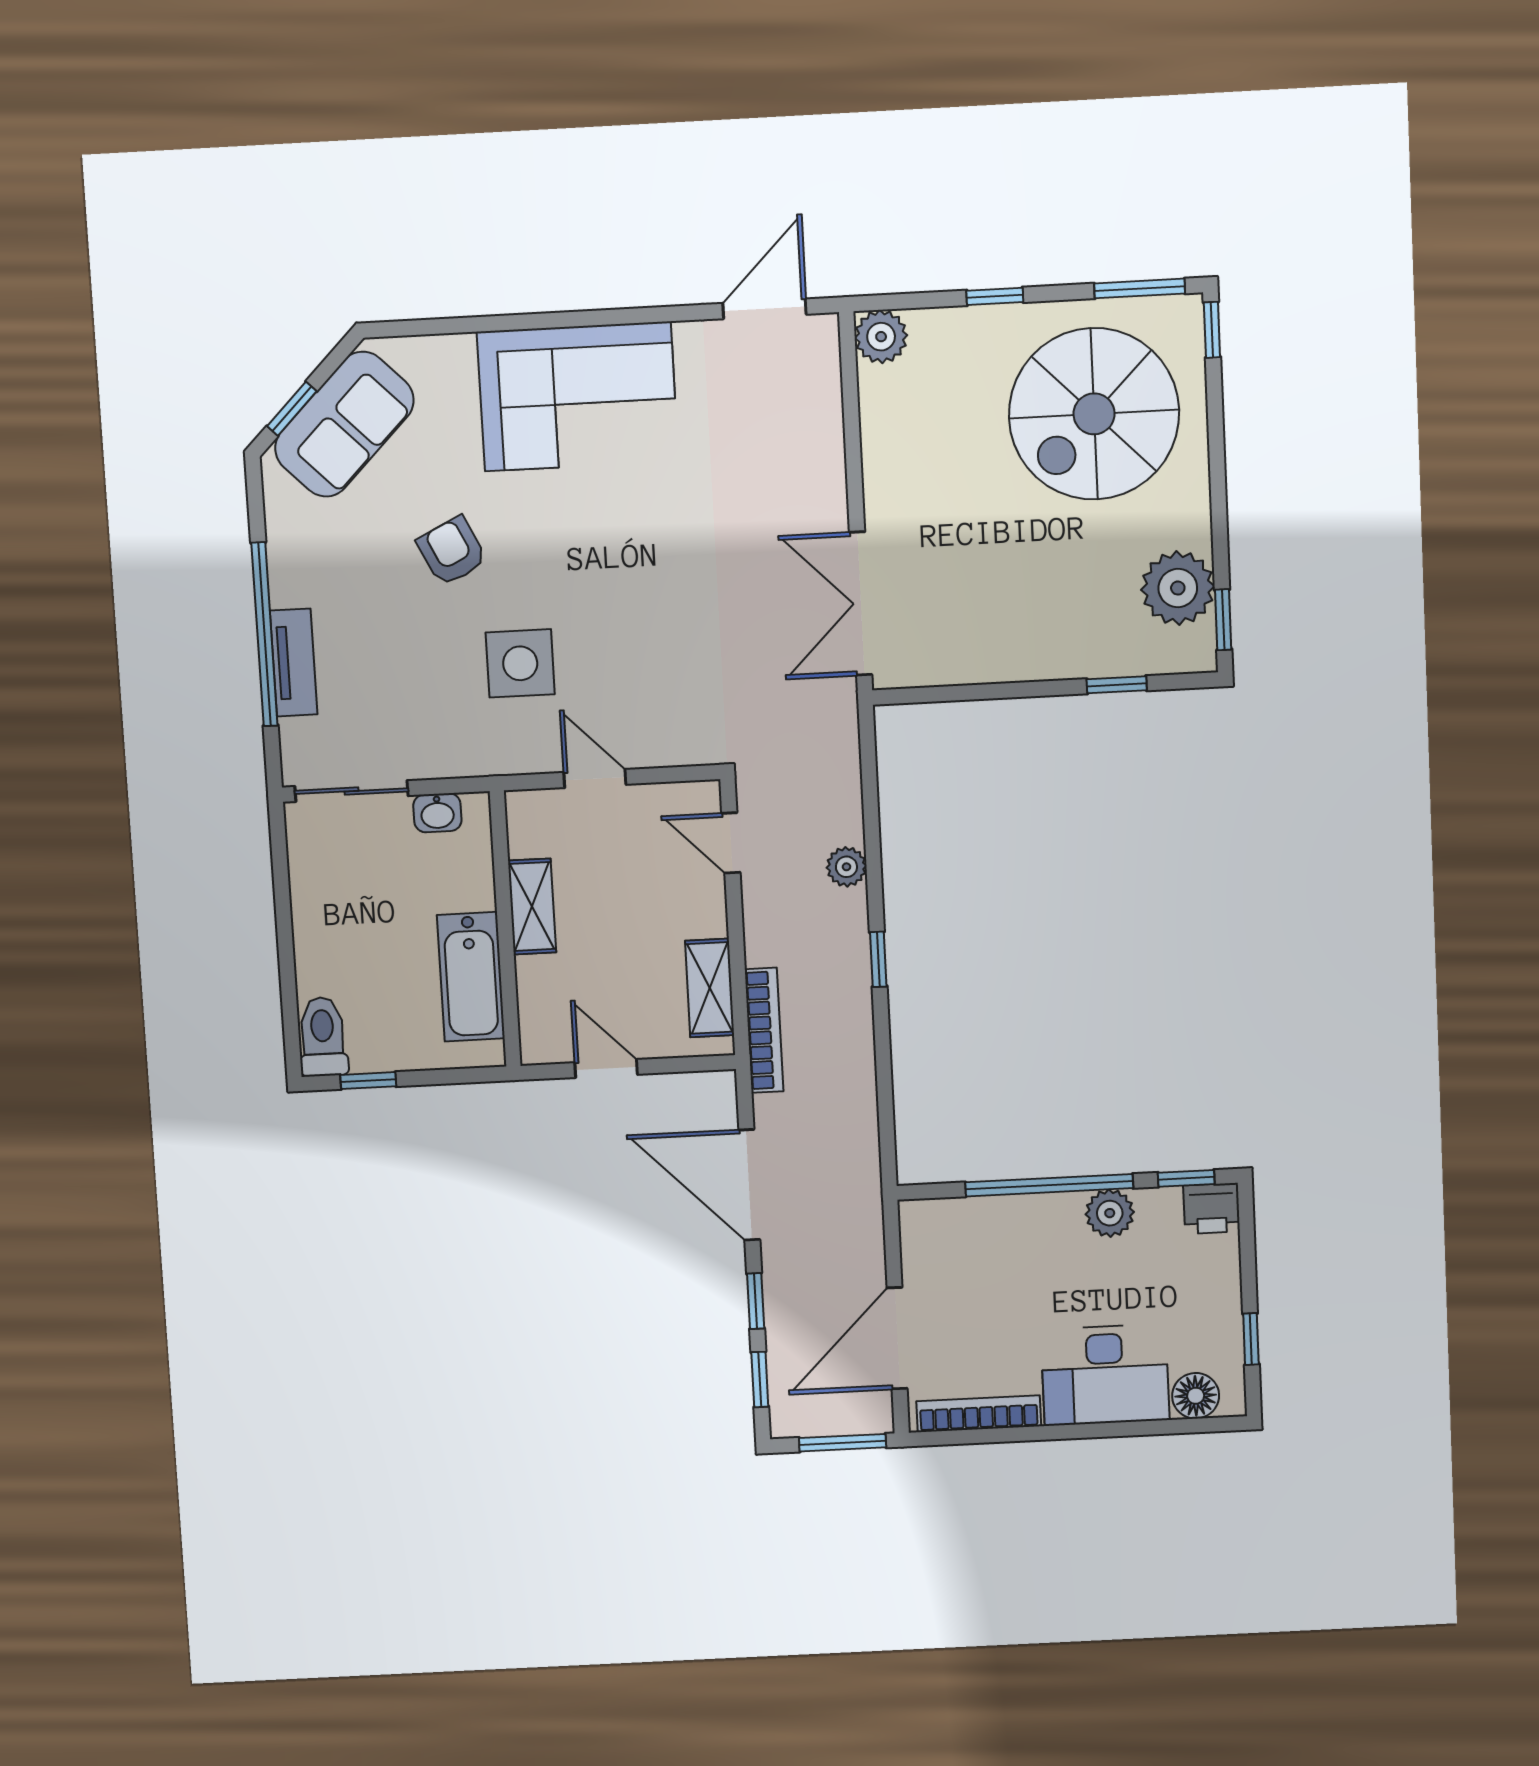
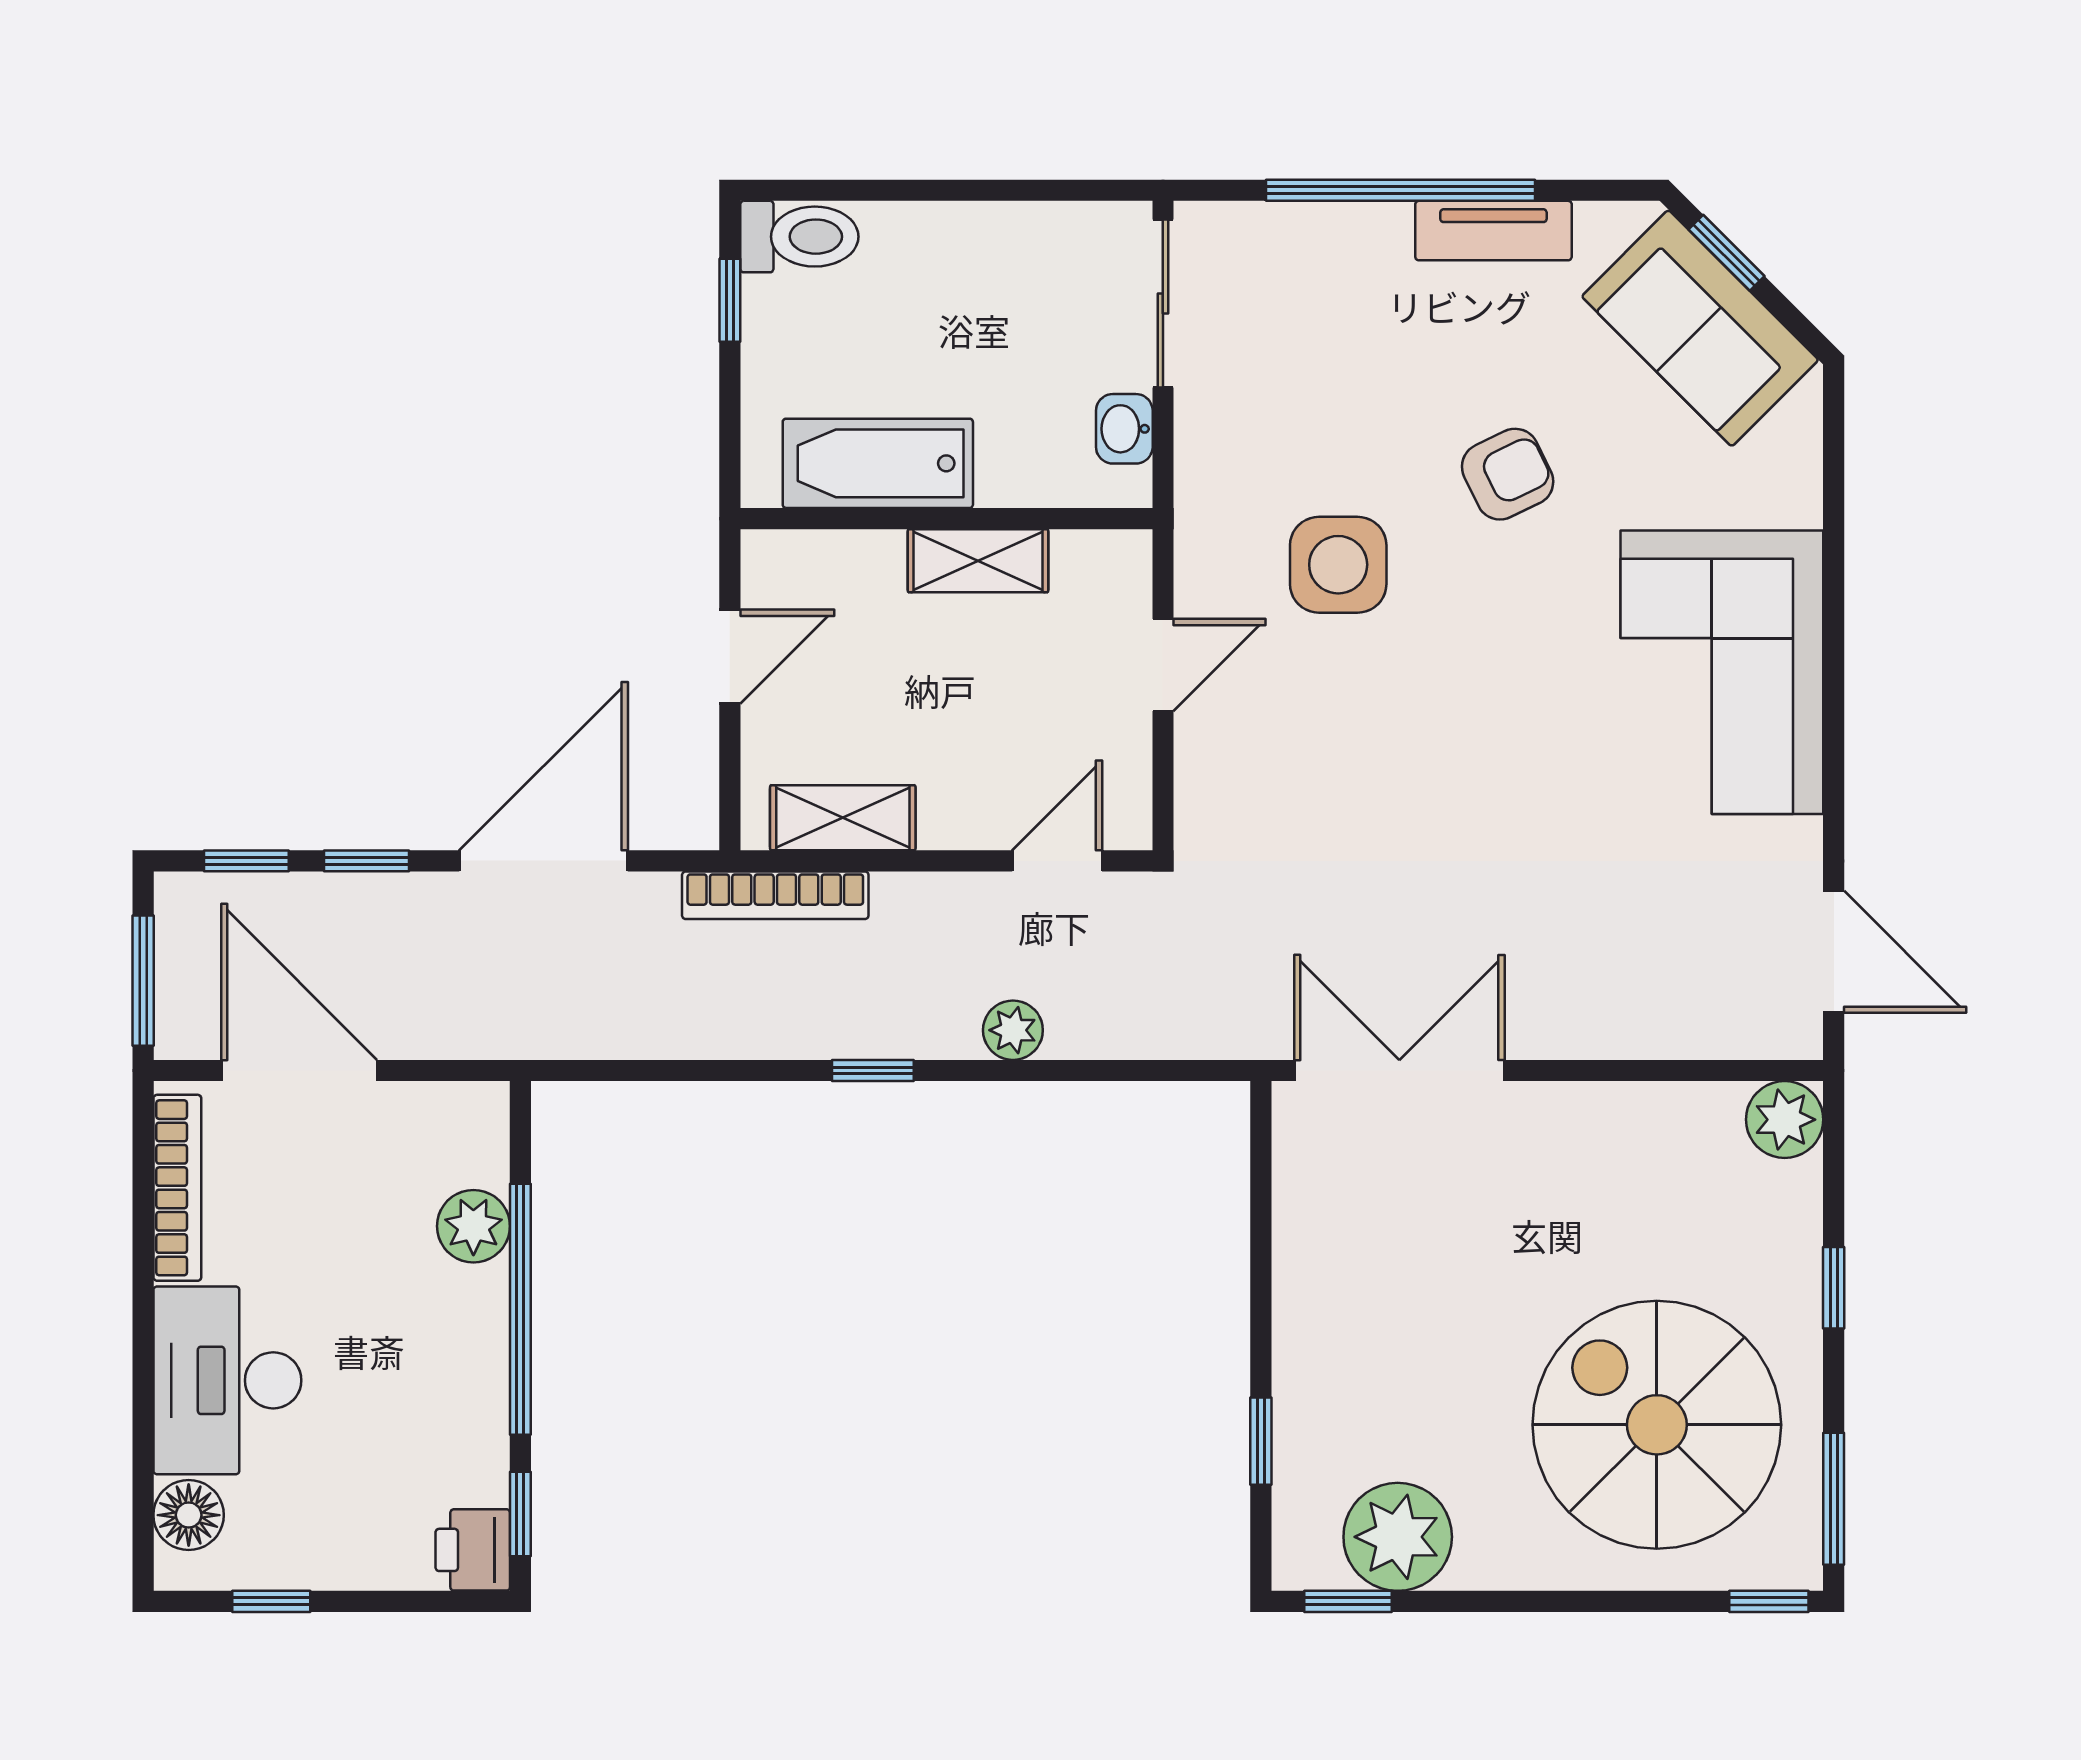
tv unit: (294, 662) -> (1493, 231), moved
plant: (1110, 1213) -> (473, 1226), moved

